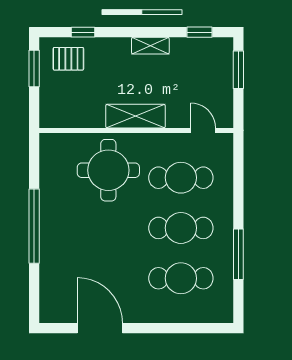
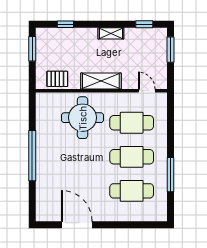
pallet: (68, 59) -> (57, 79), moved

